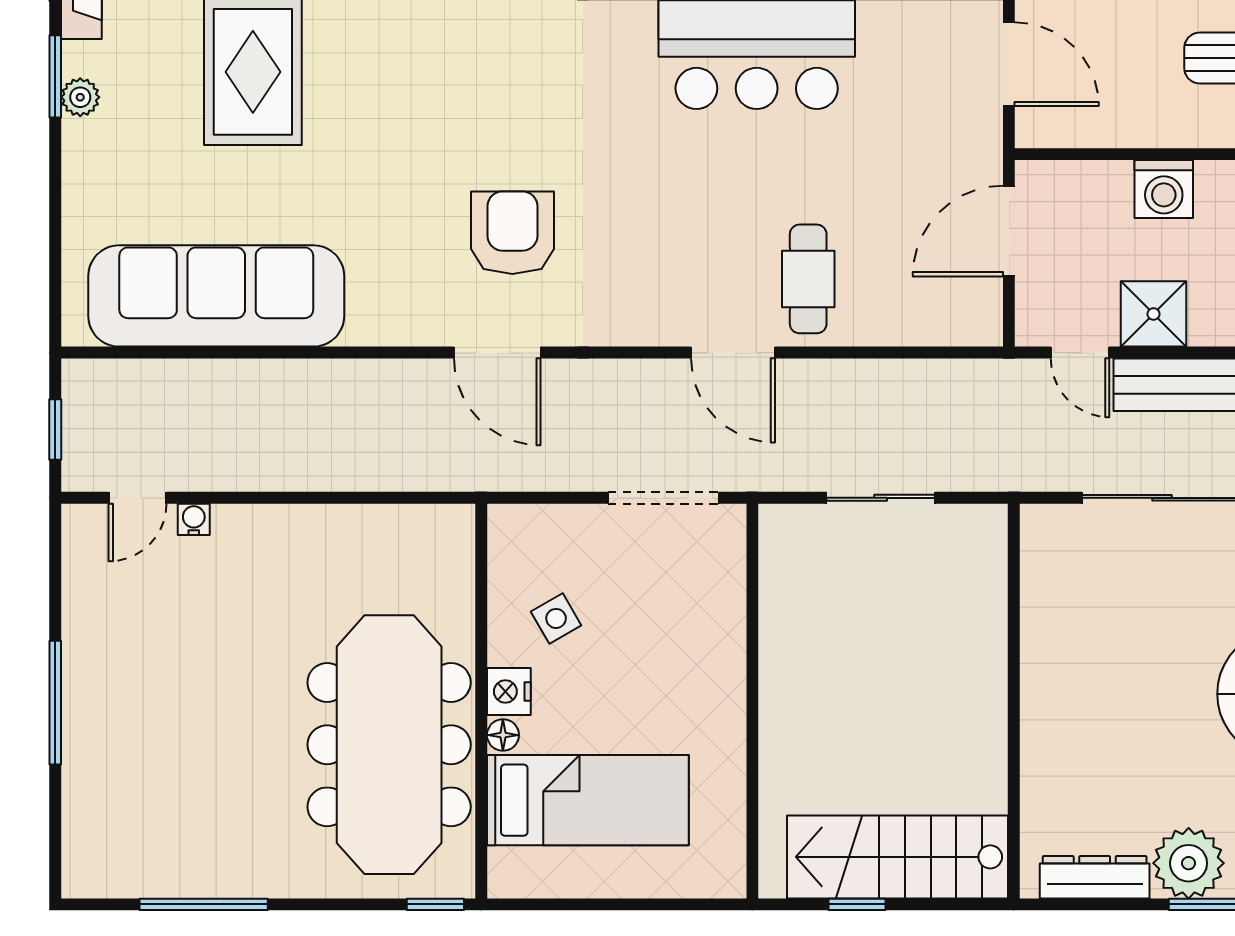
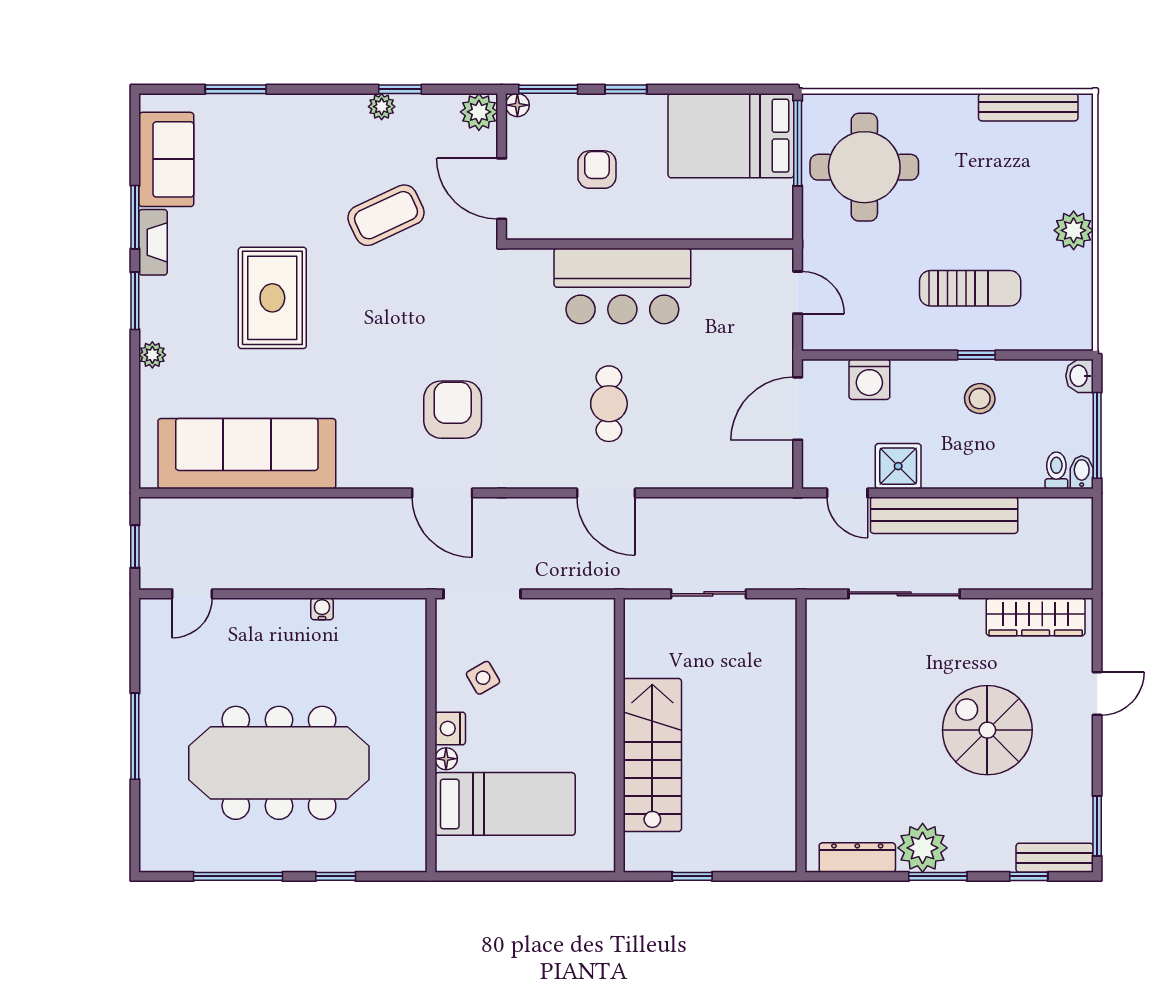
door: (1009, 64) -> (798, 293), width x0.73
plant: (80, 97) -> (152, 355), moved
washing machine: (1164, 189) -> (869, 379), moved
cafe table: (808, 279) -> (609, 404), moved
doorway: (664, 498) -> (482, 594), moved
water cooler: (194, 519) -> (322, 609), moved
meeting table: (389, 745) -> (279, 763), moved, turned 90
stairs: (897, 857) -> (652, 755), moved, turned 90
window: (435, 904) -> (336, 876), moved

